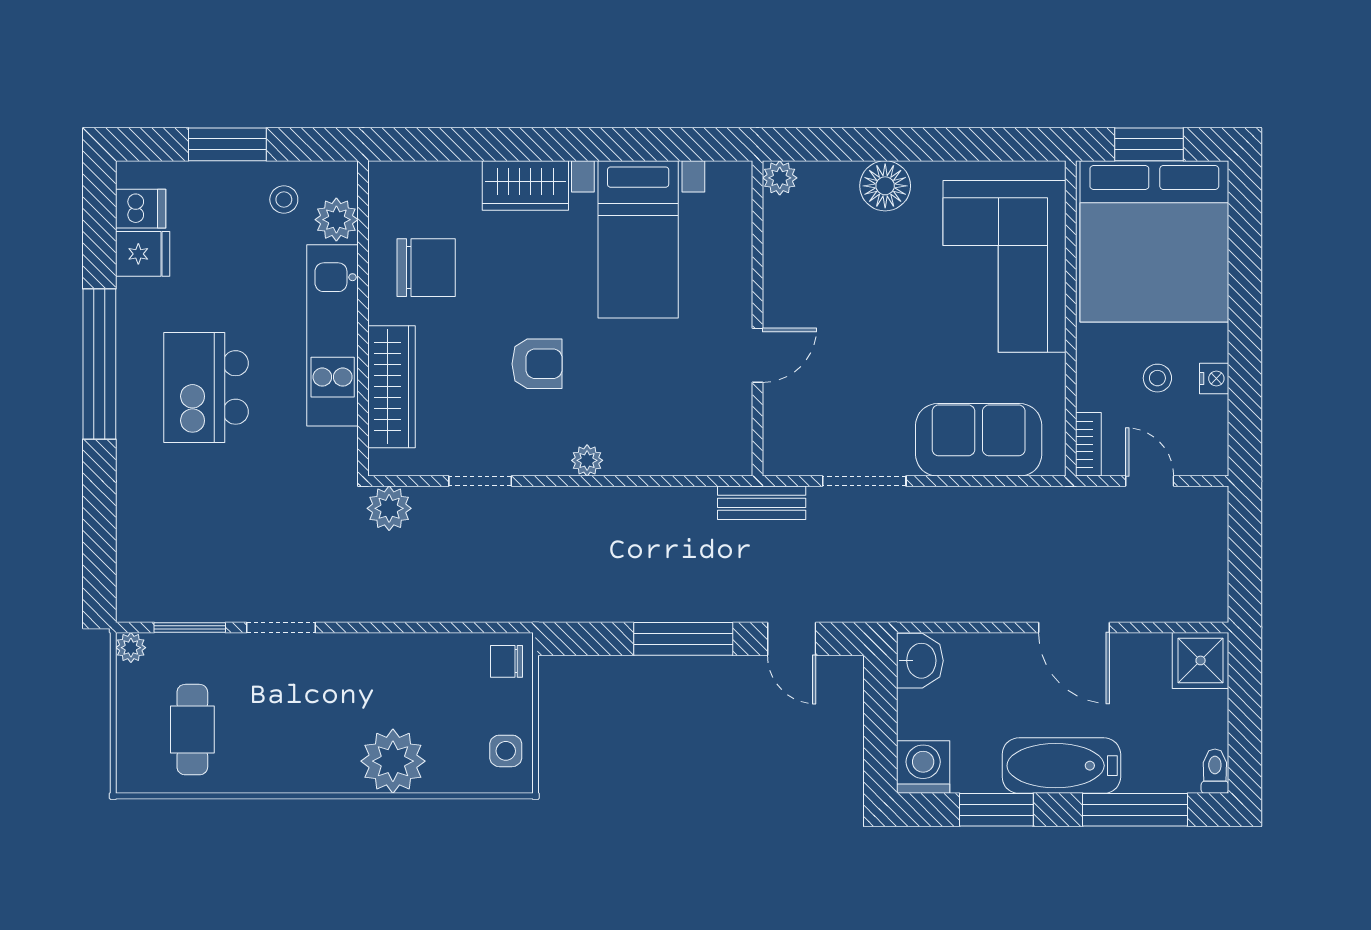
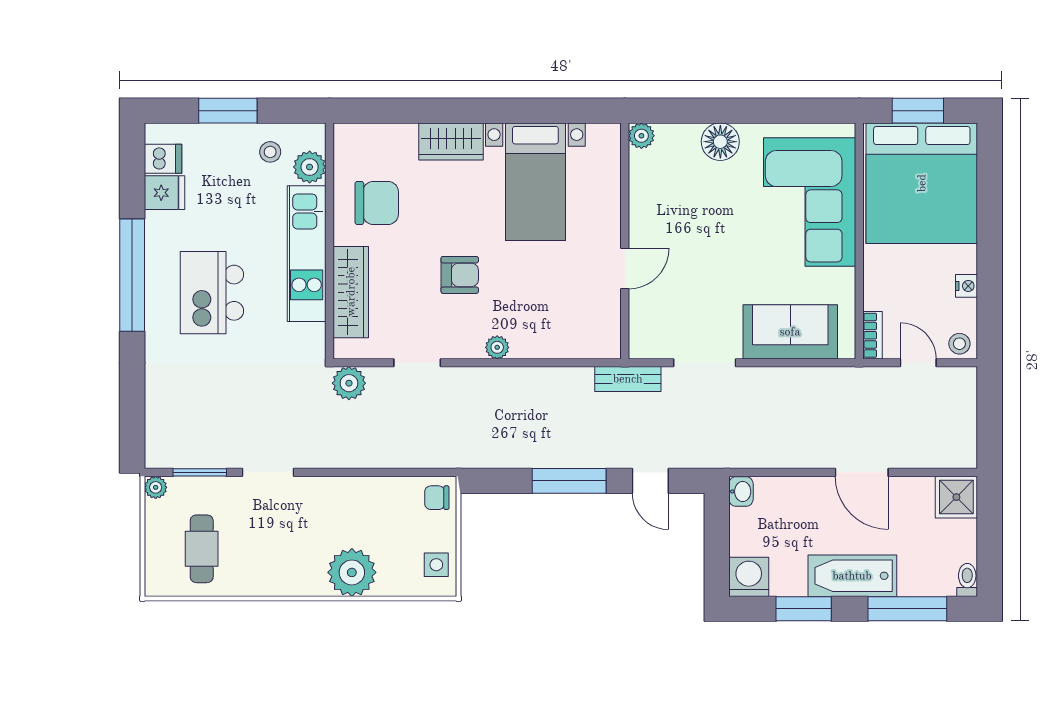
stool: (1157, 378) -> (959, 344), moved
washbasin: (920, 661) -> (741, 491), width x0.72, depth x0.69

